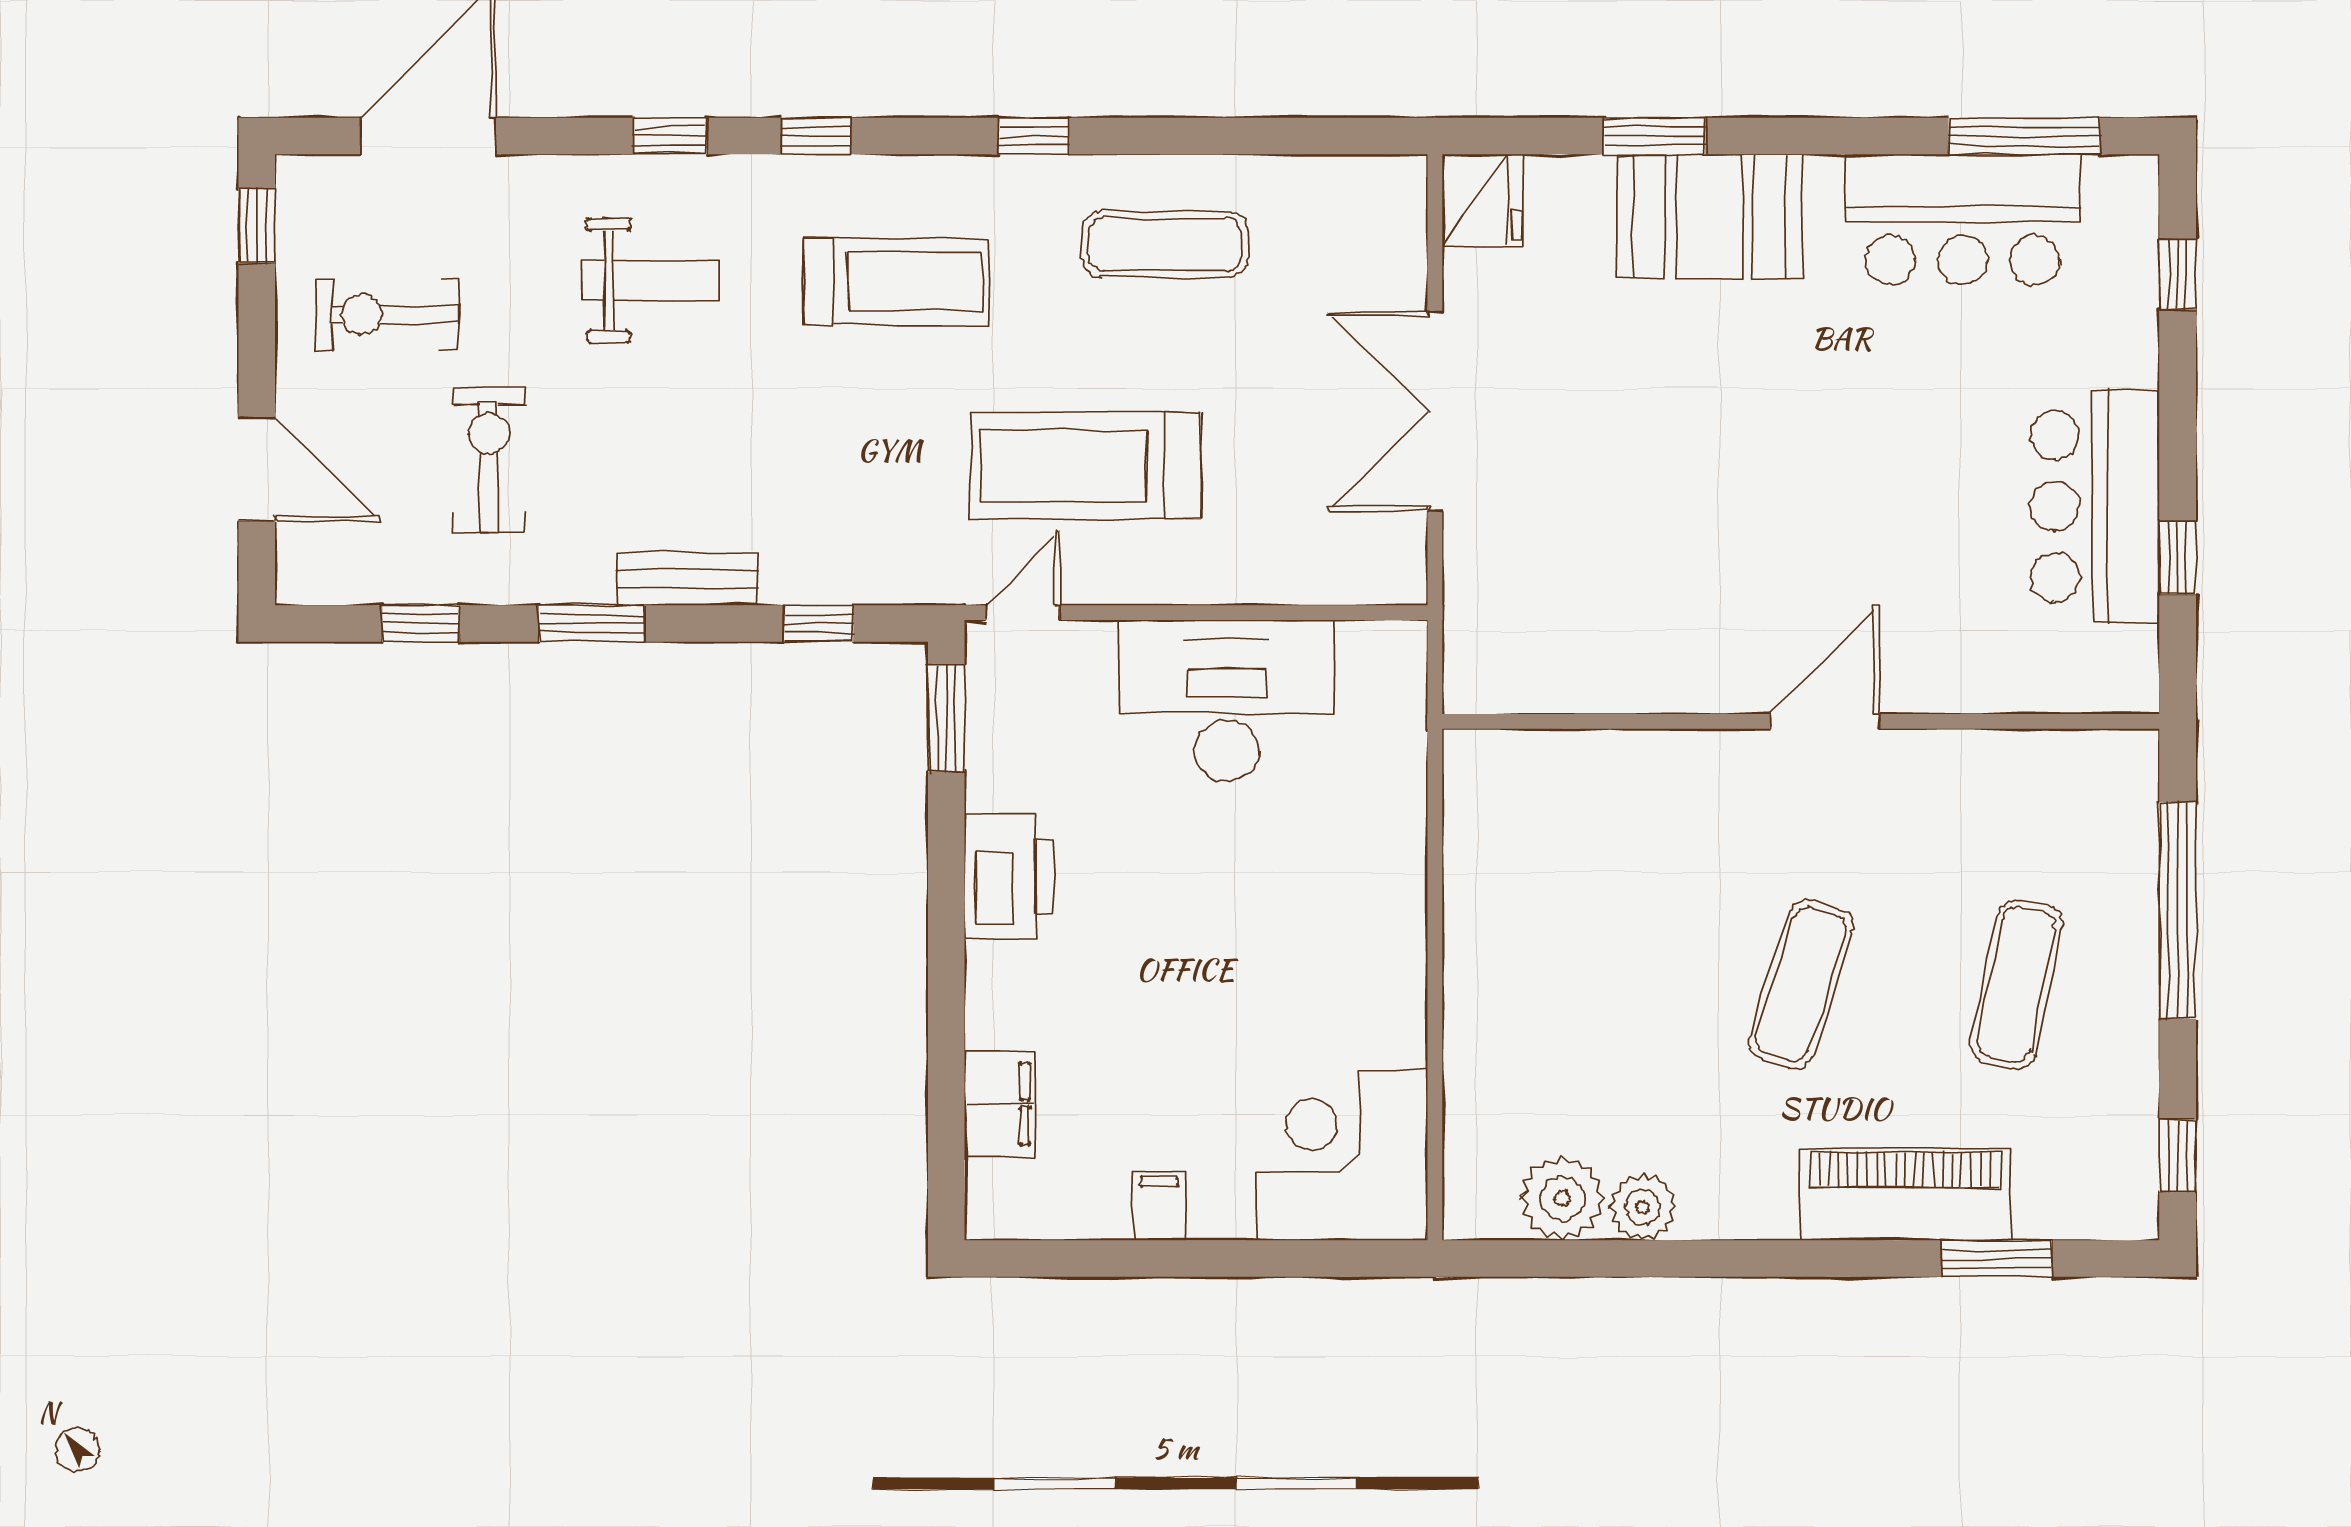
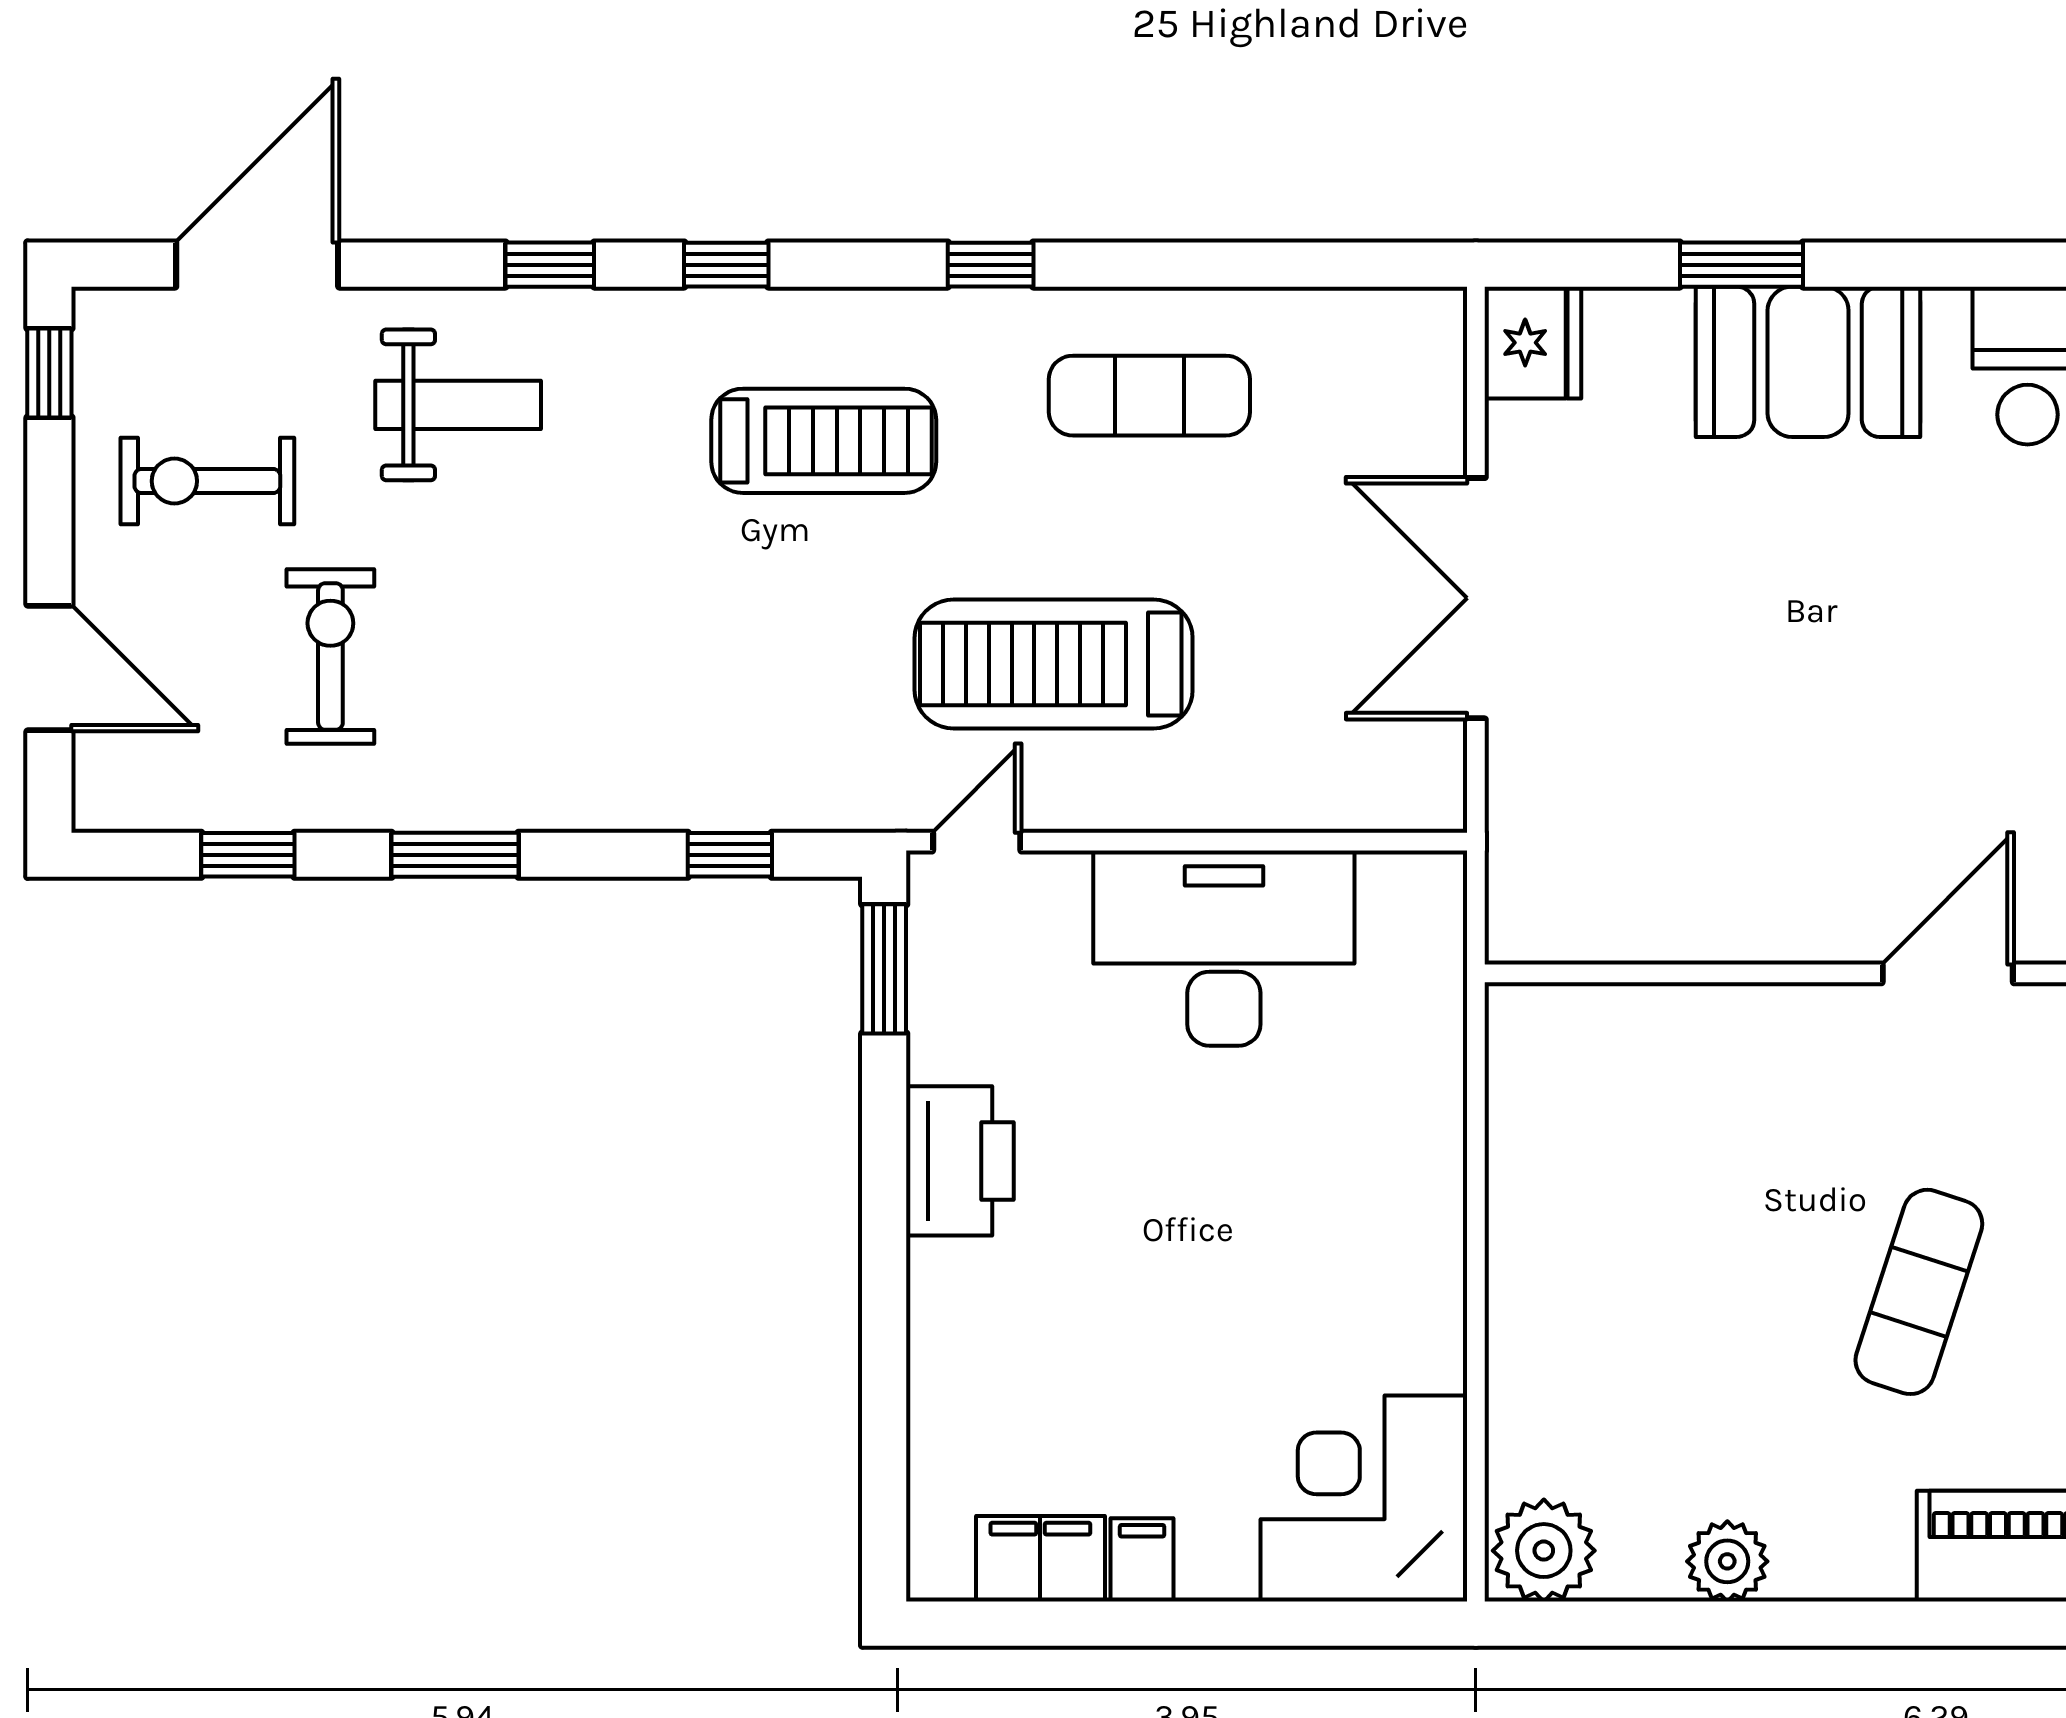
weight bench: (650, 280) -> (458, 405), moved
bench: (687, 578) -> (571, 800), removed
filing cabinet: (1000, 1104) -> (1040, 1559), moved, turned -90
plant: (1562, 1198) -> (1544, 1551), moved

